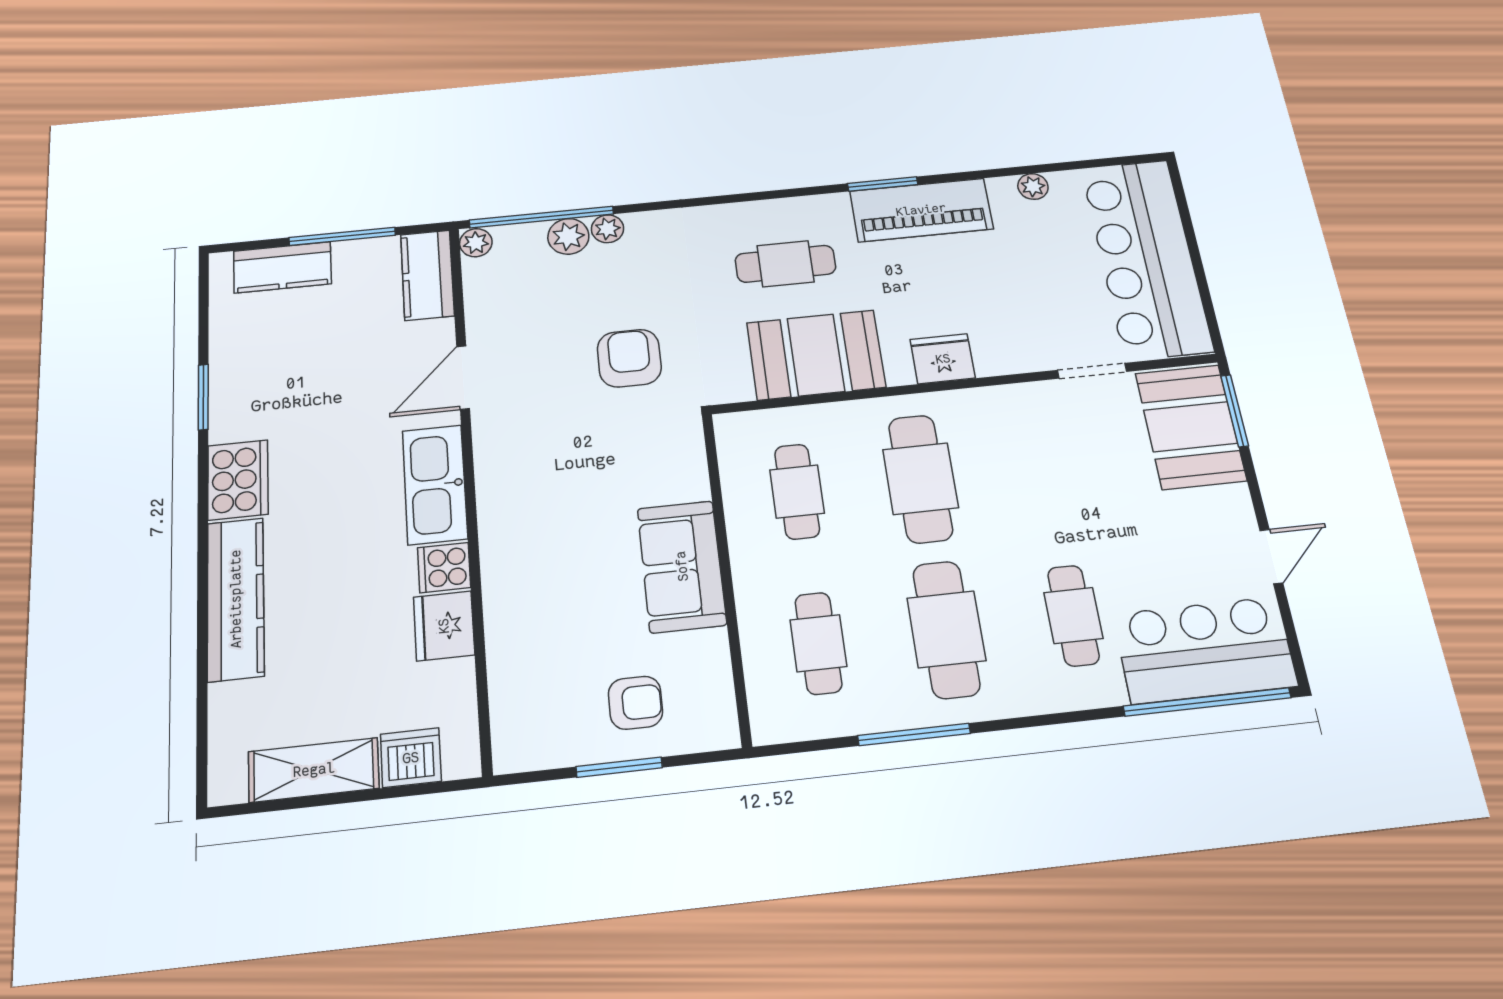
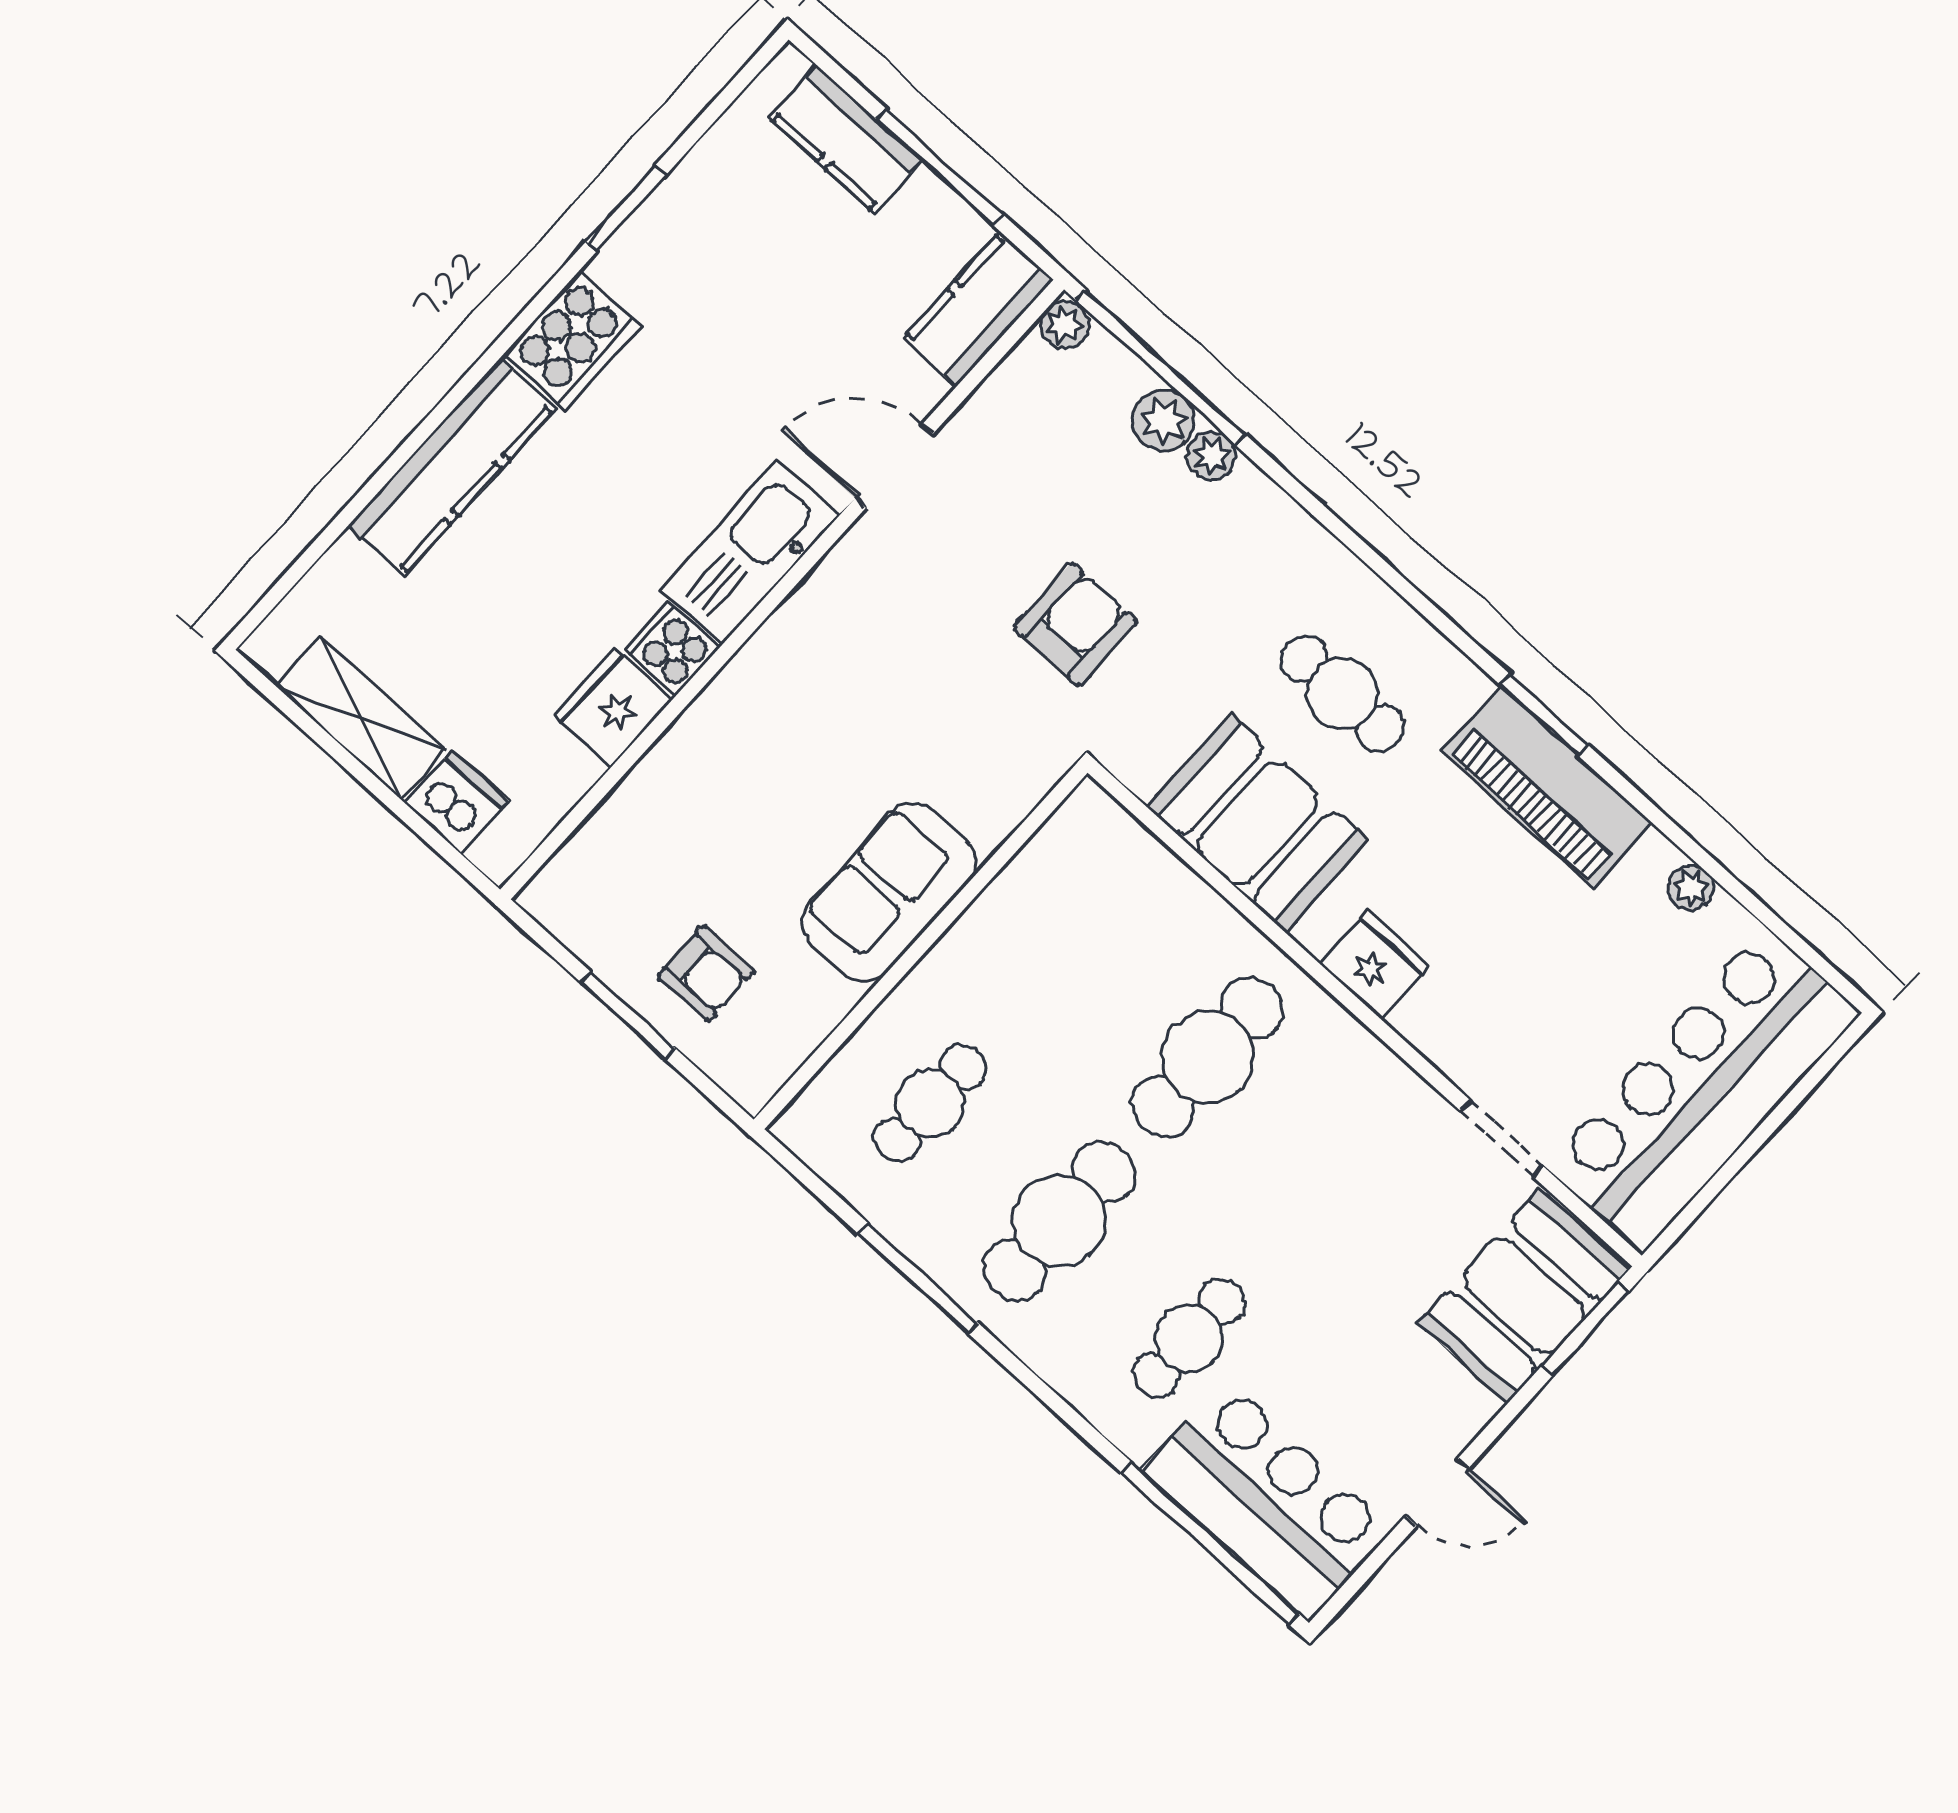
cafe table: (797, 491) -> (1078, 940), removed

